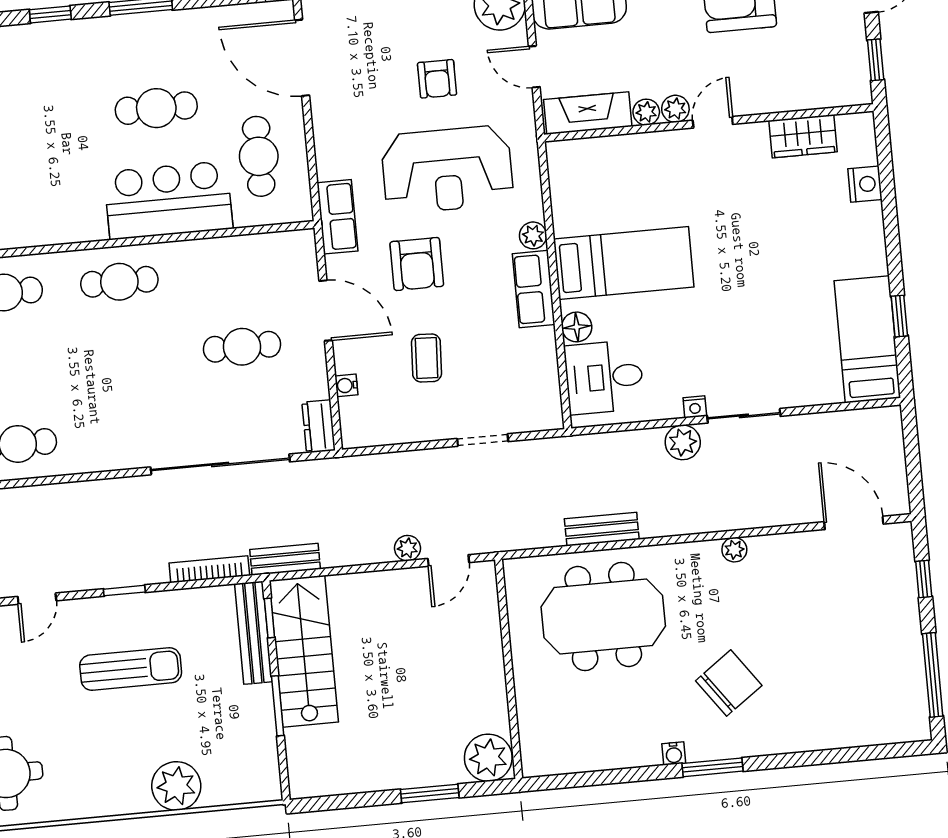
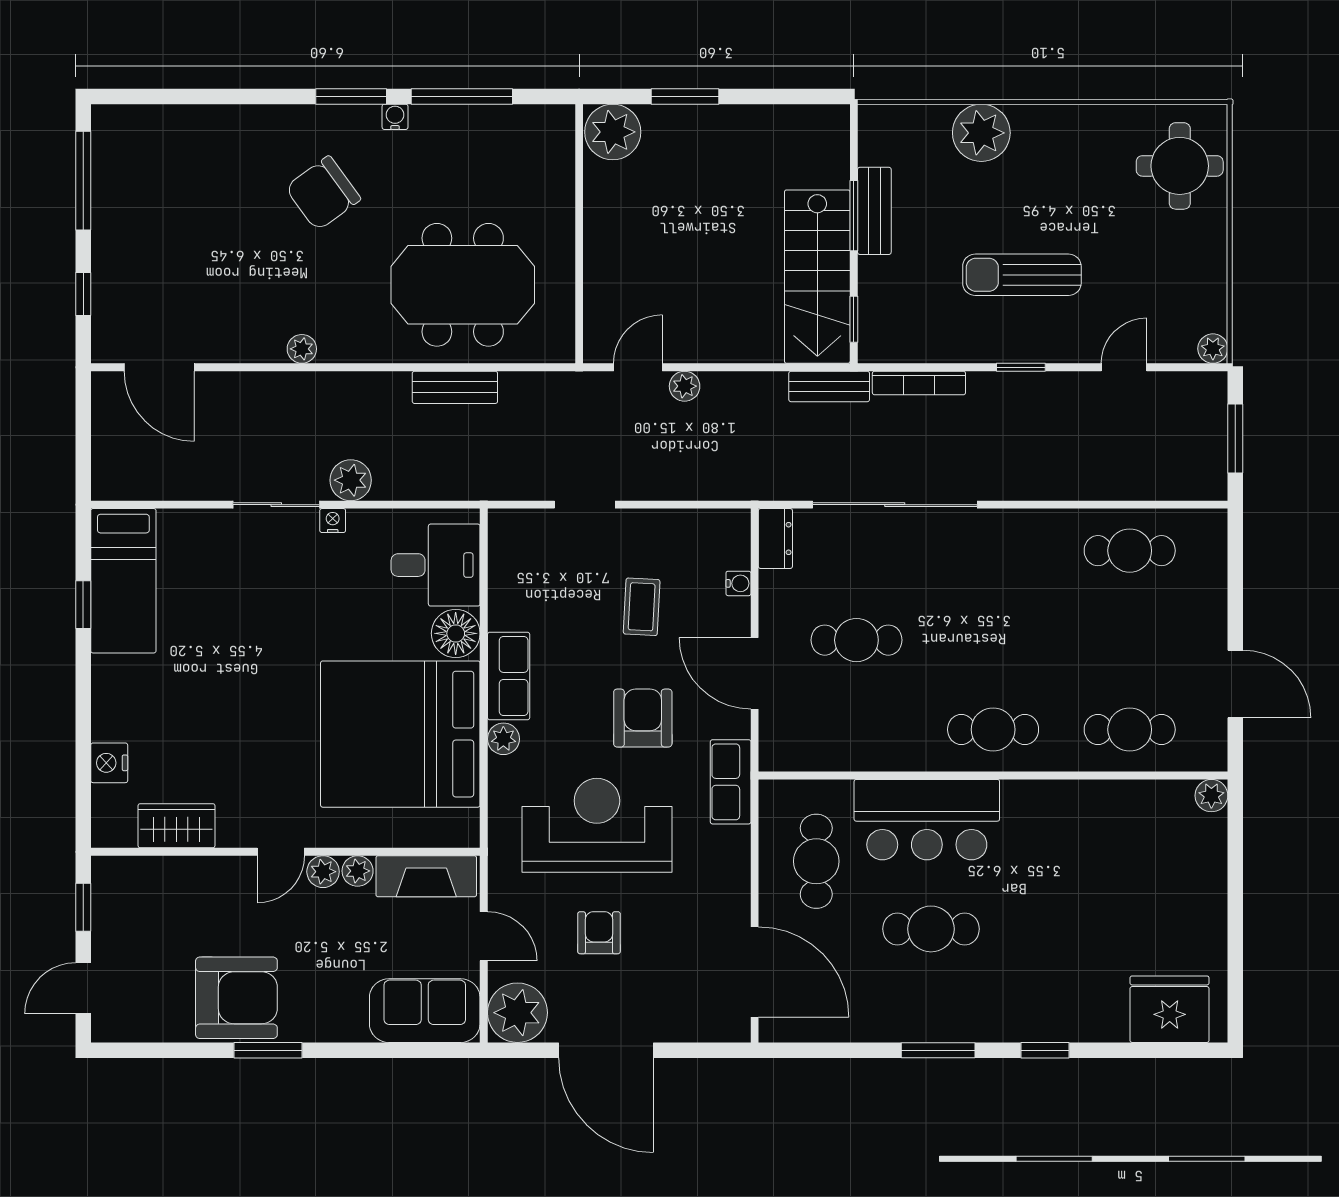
bed: (624, 263) -> (400, 734), width x2.04
floor lamp: (577, 327) -> (456, 633), width x1.38, depth x1.38
bench: (253, 633) -> (874, 211), moved, width x0.73
window: (619, 776) -> (462, 96), added

